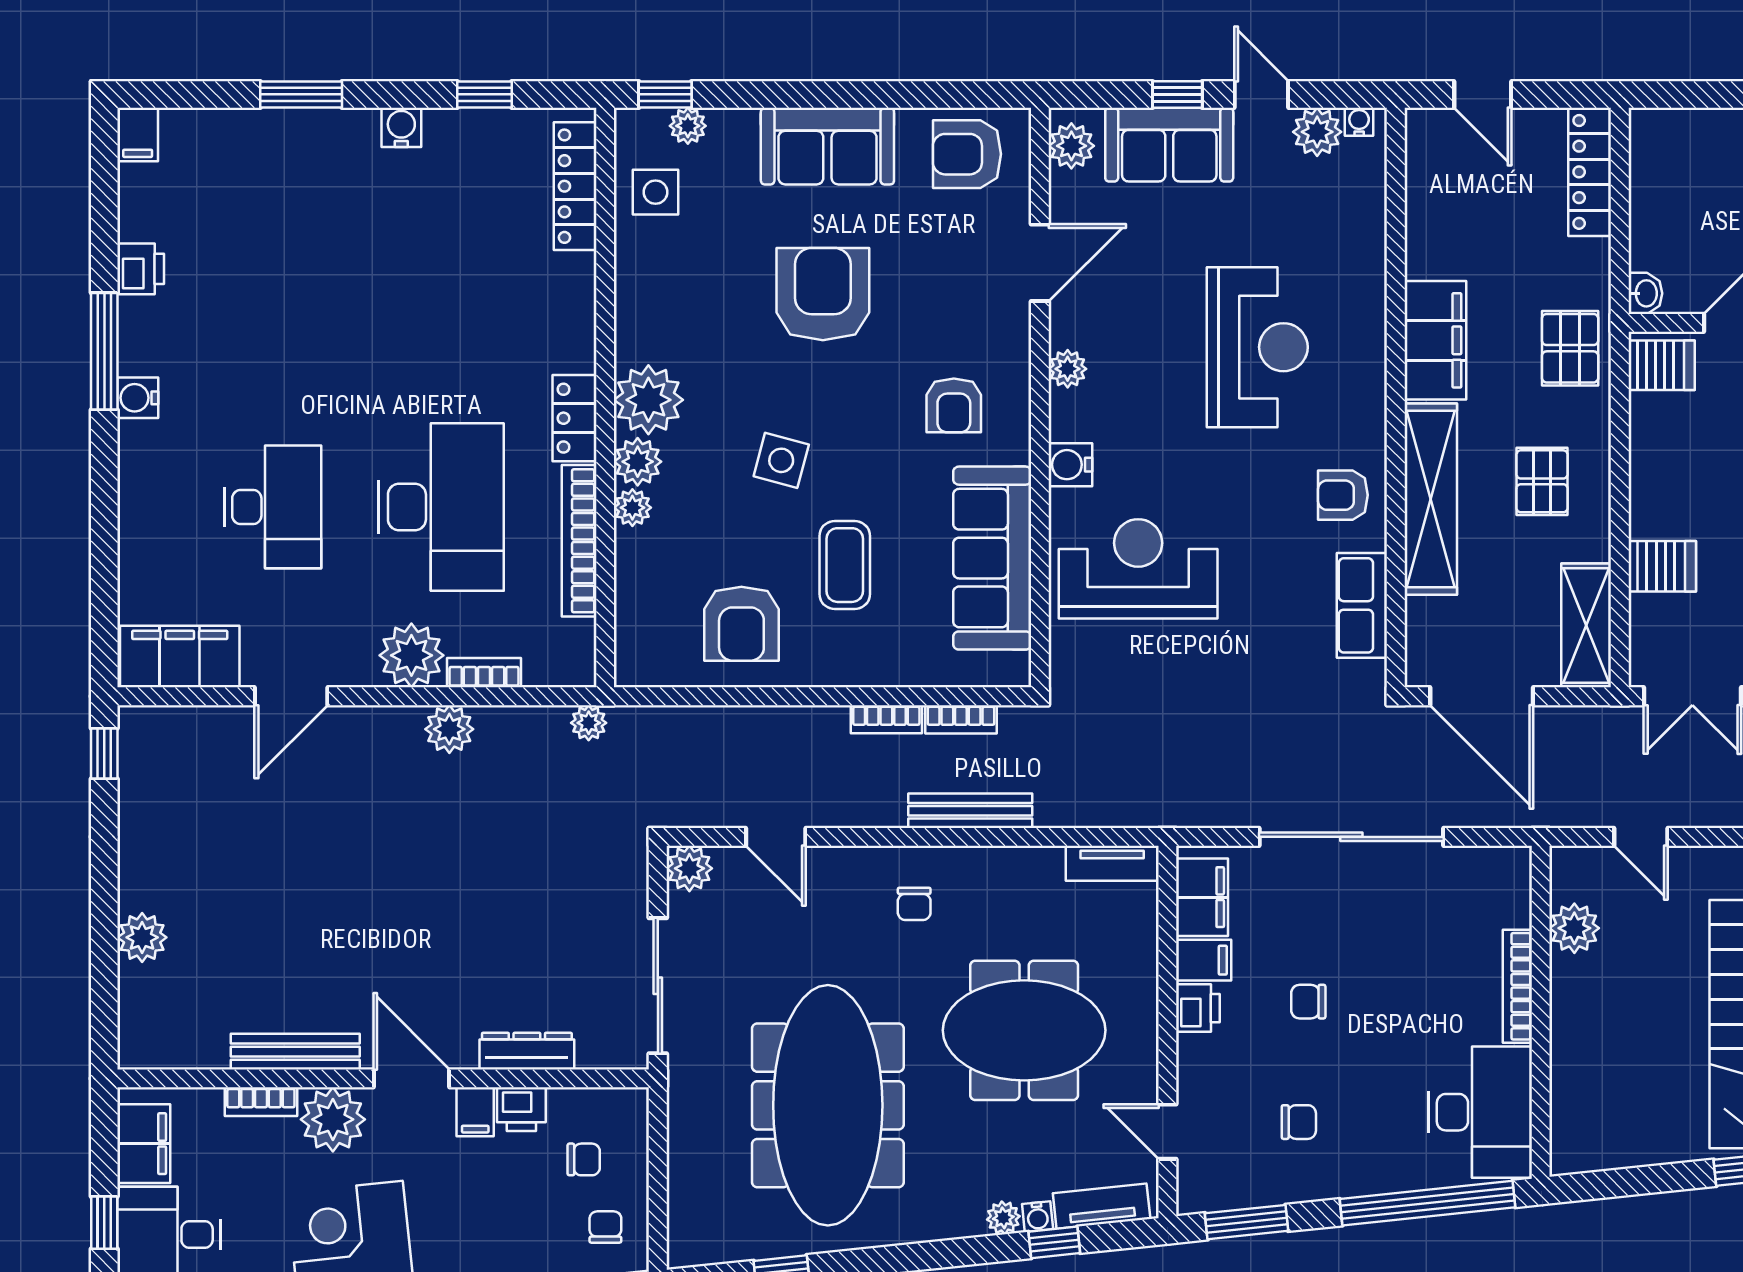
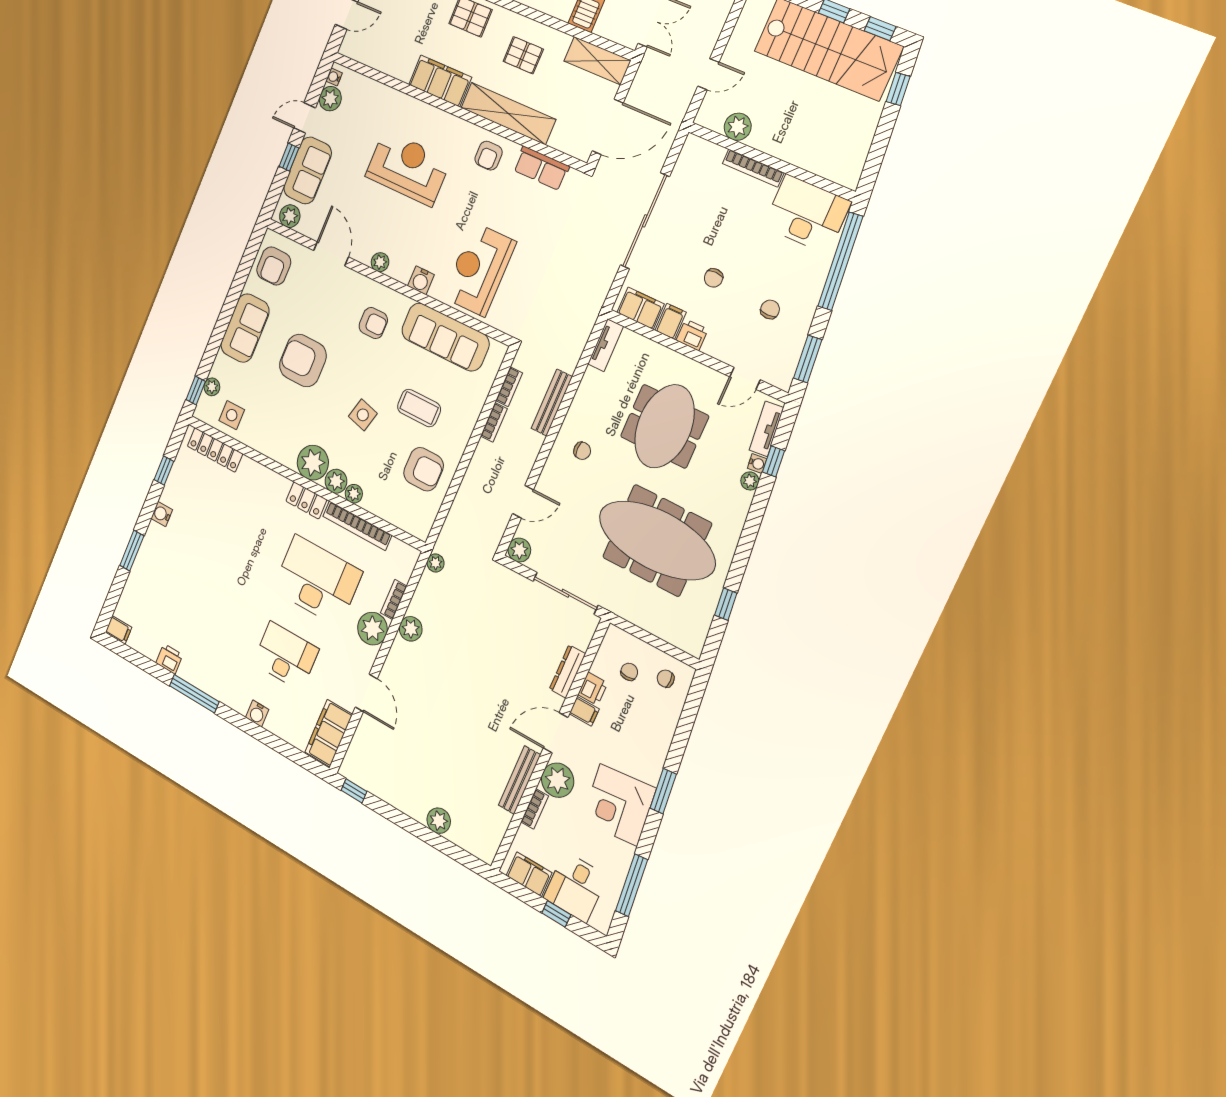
water cooler: (138, 398) -> (257, 714), moved

